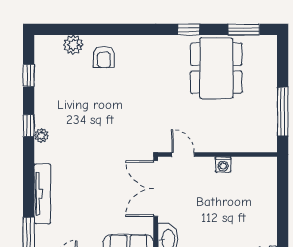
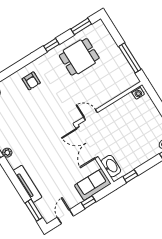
armchair: (104, 57) -> (31, 81), moved
dining table: (216, 68) -> (79, 57), width x0.73
washing machine: (223, 164) -> (138, 93), moved

